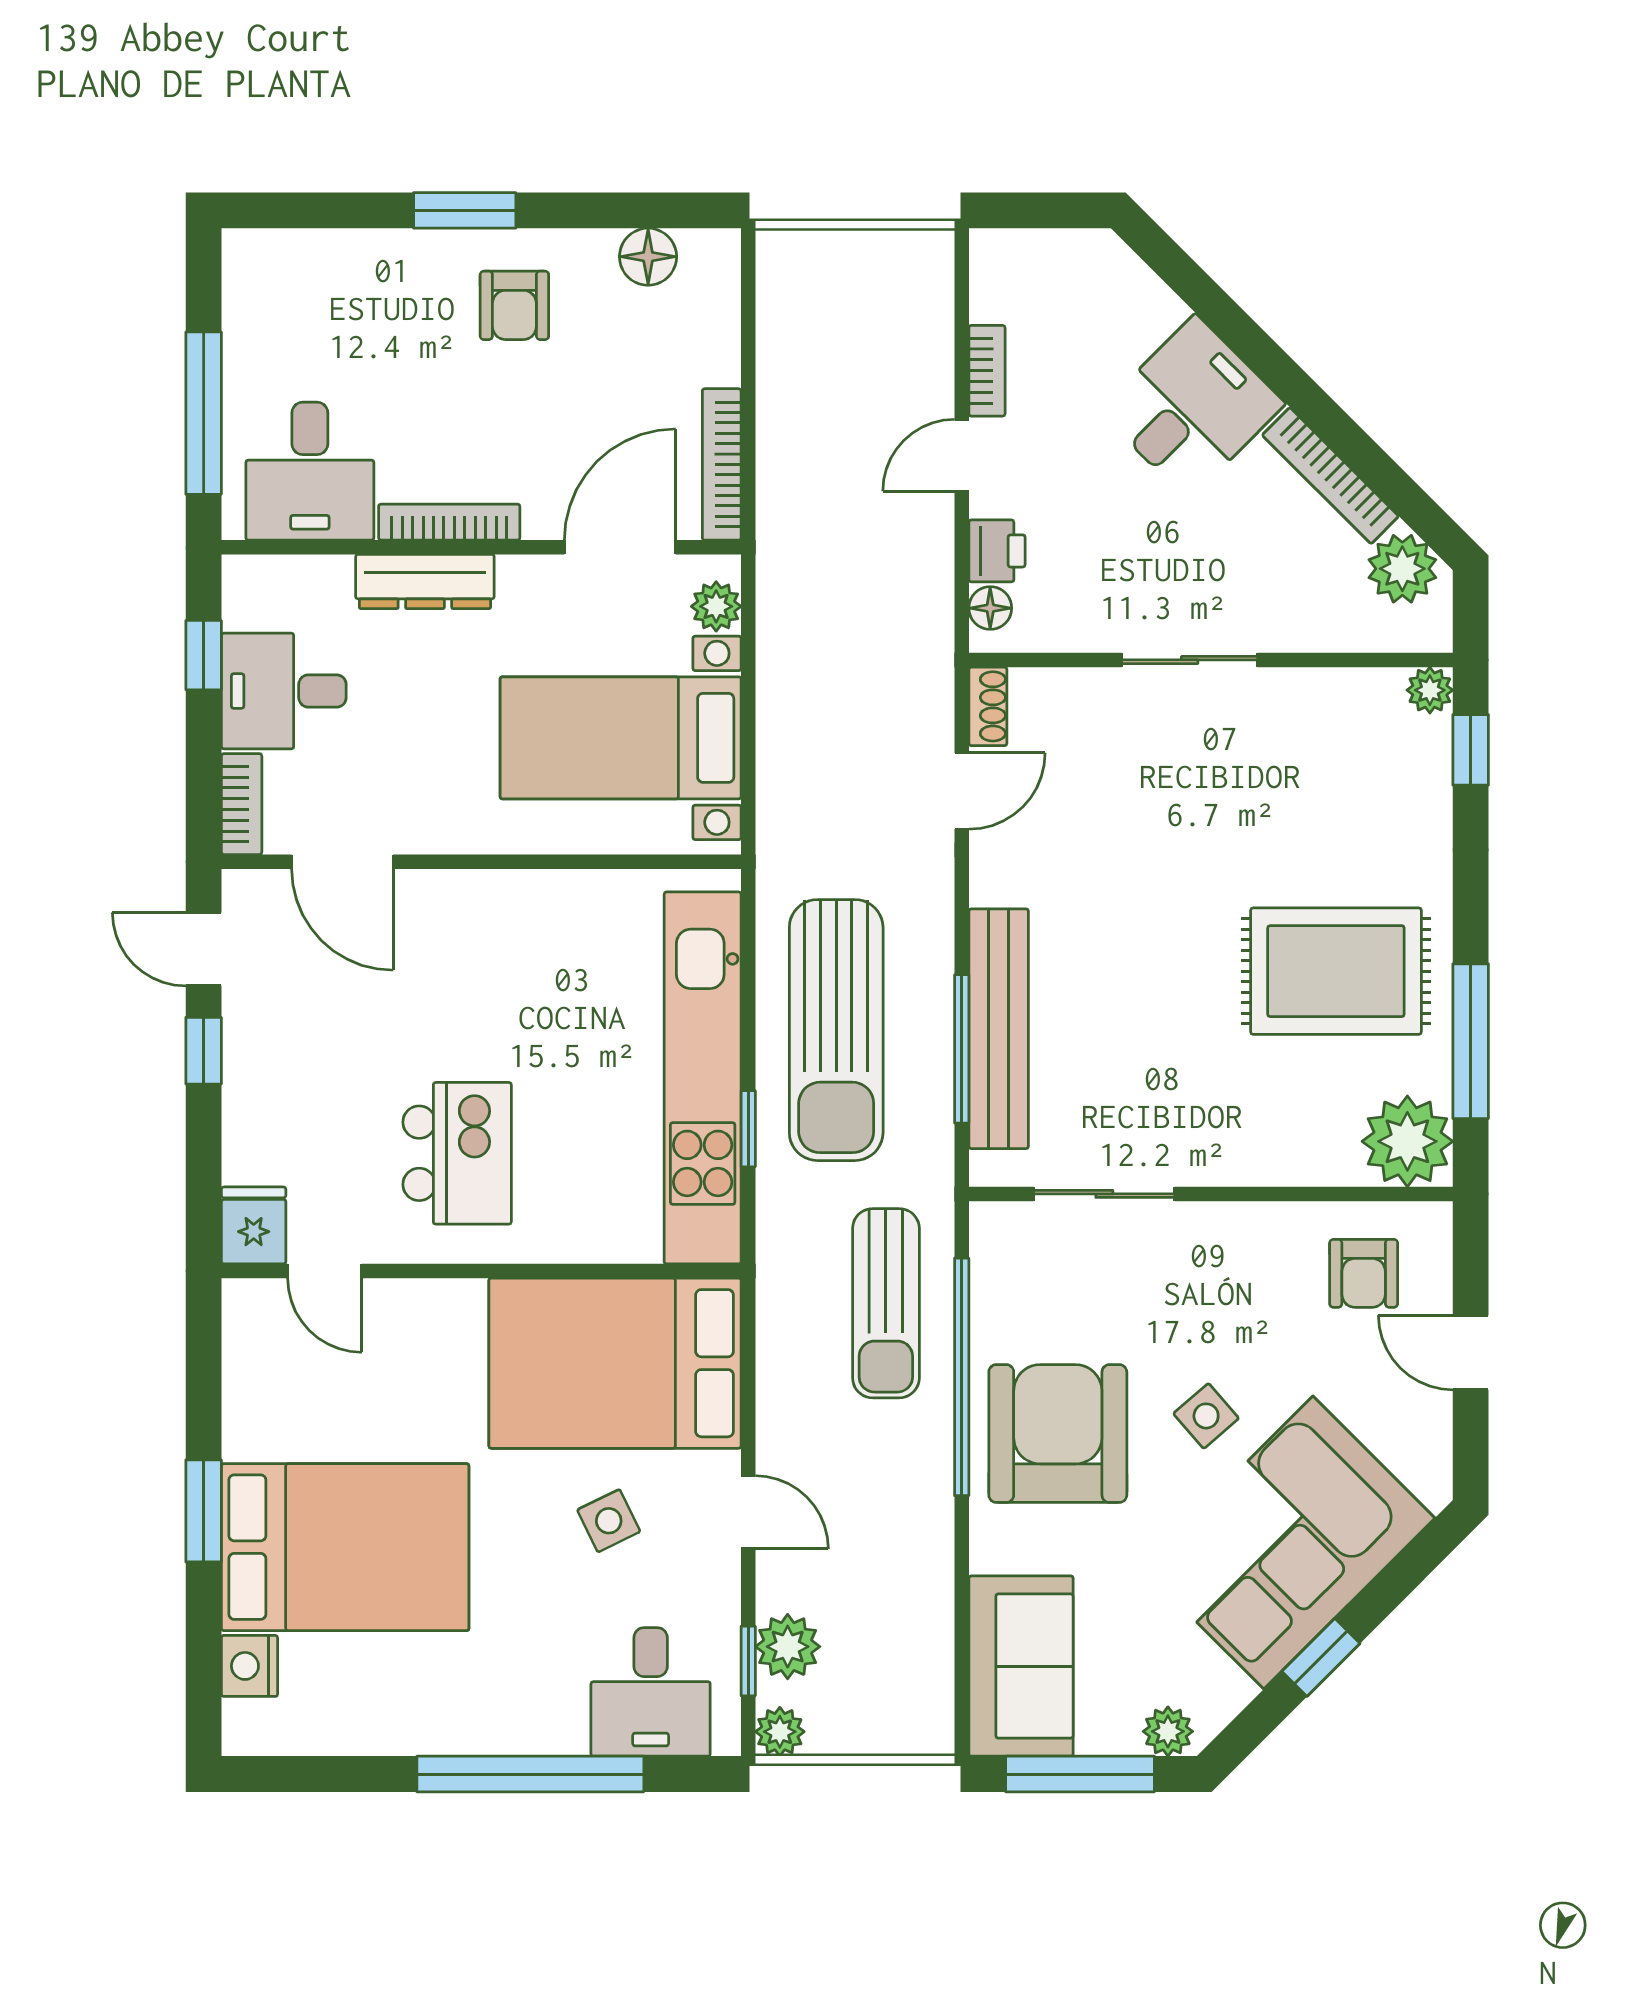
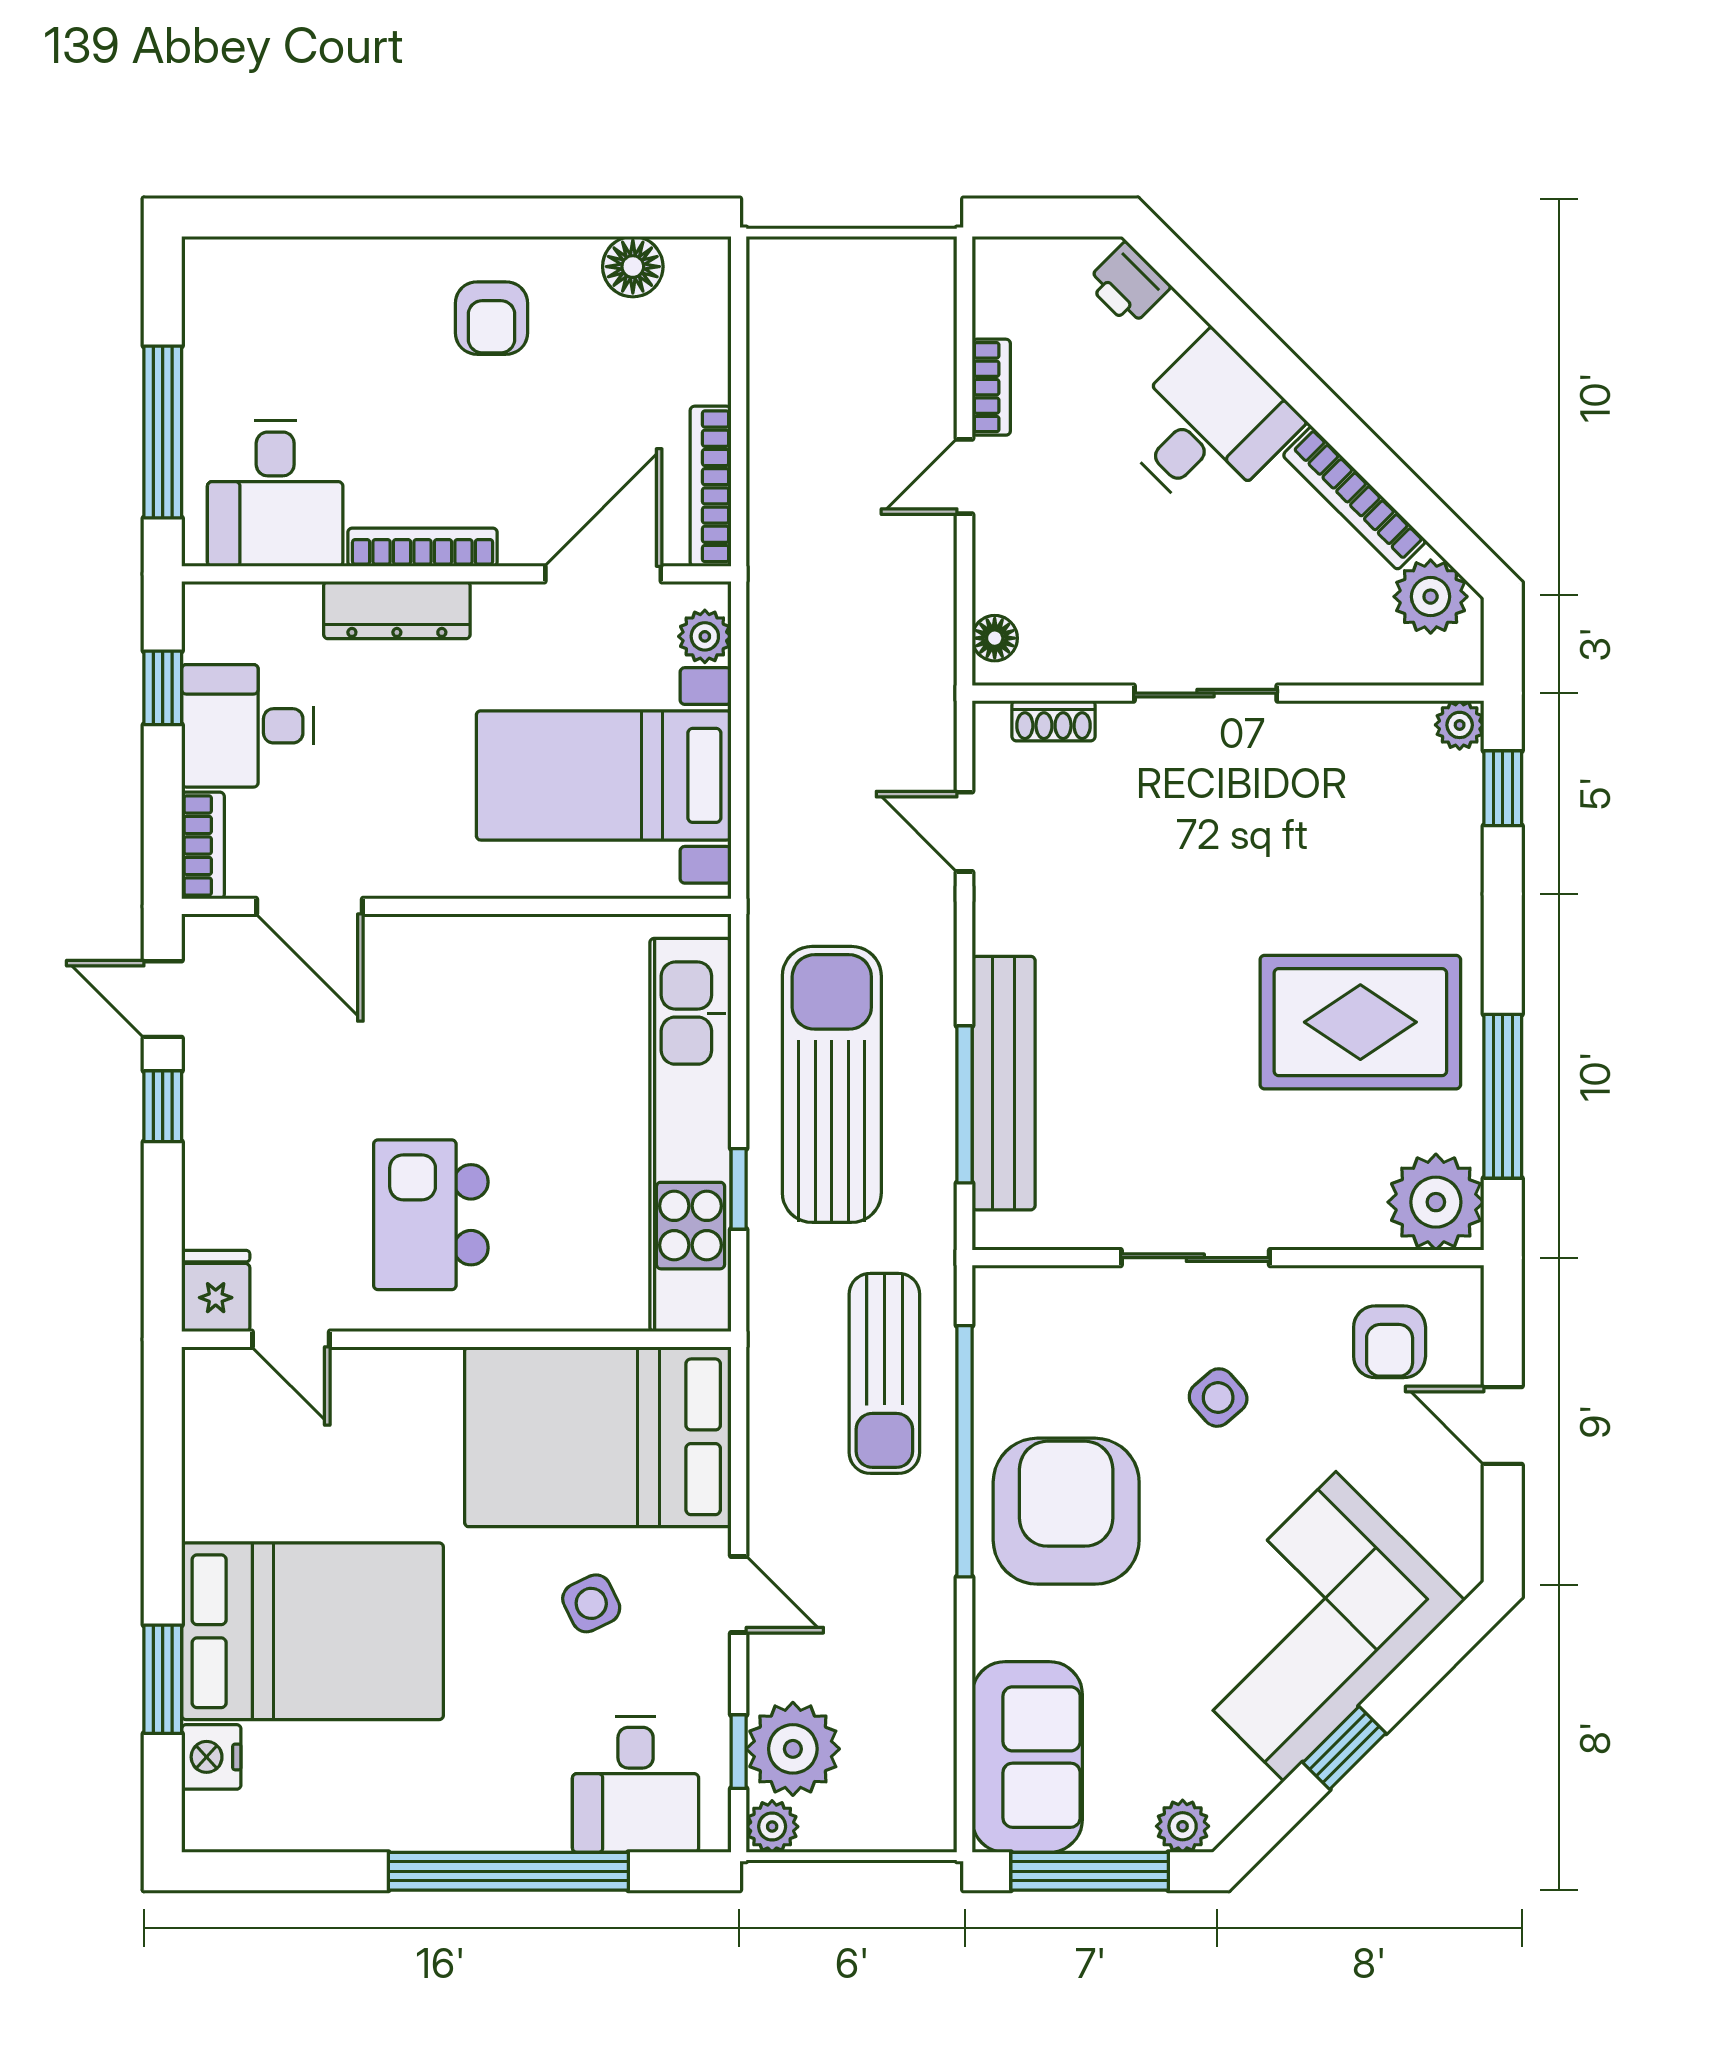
window: (465, 210) -> (439, 218), removed
printer: (997, 551) -> (1128, 284), moved, turned 135
shoe rack: (988, 706) -> (1053, 721), moved, turned 90
door: (962, 791) -> (965, 832), swing flipped
sun lounger: (836, 1030) -> (832, 1084), turned 180
kitchen island: (457, 1153) -> (431, 1215), turned 180
sliding door: (1104, 1194) -> (1195, 1258), moved
side table: (1206, 1416) -> (1218, 1398), moved
window: (204, 1511) -> (163, 1679), moved
plant: (788, 1647) -> (793, 1749), width x1.36, depth x1.36

